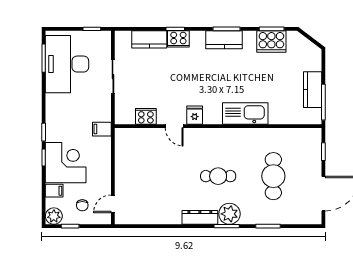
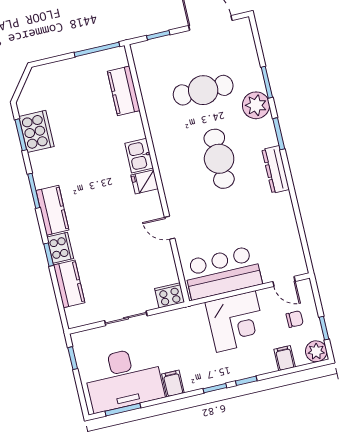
kitchen counter: (224, 40) -> (52, 210), moved
kitchen counter: (313, 90) -> (124, 91), moved, turned 90
kitchen sink: (245, 113) -> (139, 156), width x0.53, depth x0.81
fridge: (195, 115) -> (145, 182), moved
cooker: (146, 116) -> (170, 295), moved, turned 90
door: (174, 126) -> (170, 228), swing flipped
filing cabinet: (102, 129) -> (173, 383), moved, turned 180
bar counter: (130, 159) -> (223, 273), added
corner desk: (66, 163) -> (236, 321), moved, turned 180
cafe table: (218, 176) -> (219, 159), width x1.37, depth x1.35
plant: (229, 214) -> (256, 105), moved

